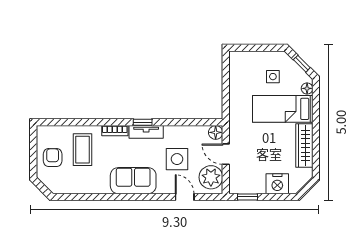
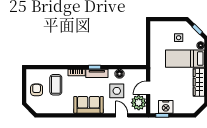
floor lamp: (216, 132) -> (119, 74), moved
door: (226, 154) -> (148, 88), hinge flipped
nightstand: (277, 184) -> (166, 107), moved

